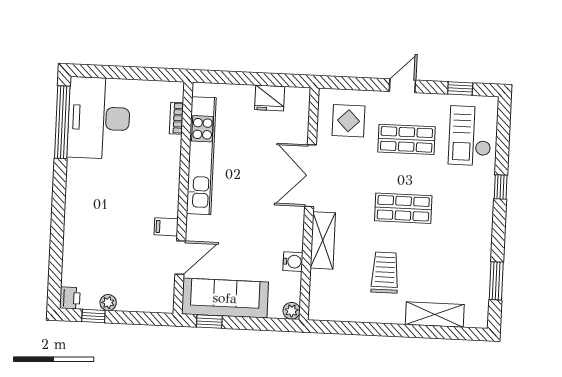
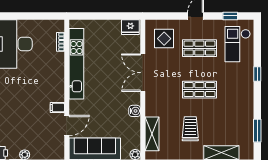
fridge: (270, 98) -> (130, 27), moved
shelving: (323, 240) -> (152, 134), moved
water cooler: (293, 262) -> (135, 111), moved

